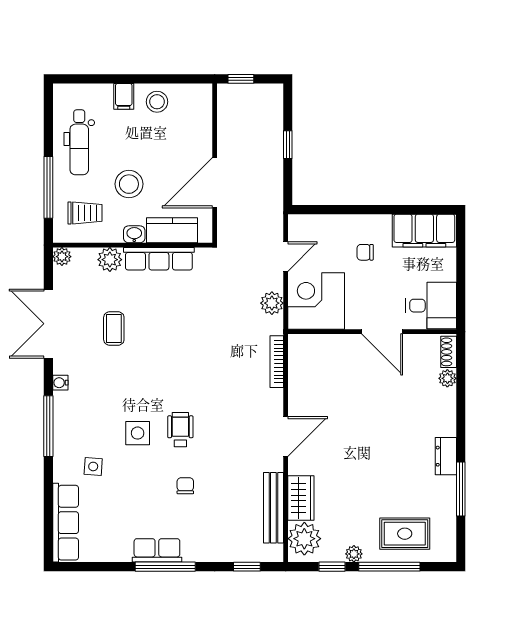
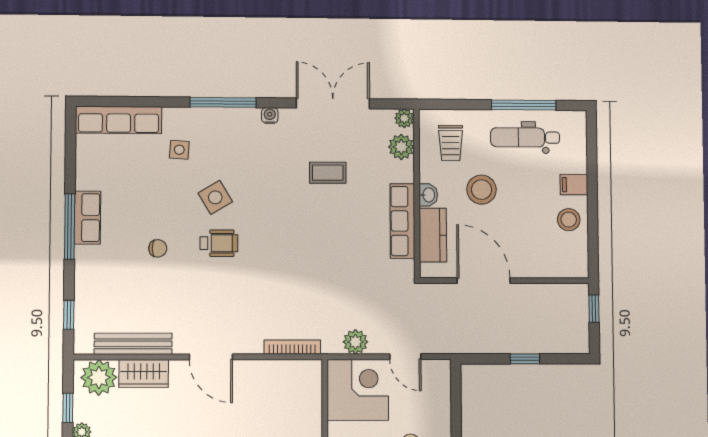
window: (48, 187) -> (524, 105), moved
plant: (110, 260) -> (401, 147), moved
side table: (138, 433) -> (215, 197), turned -31

